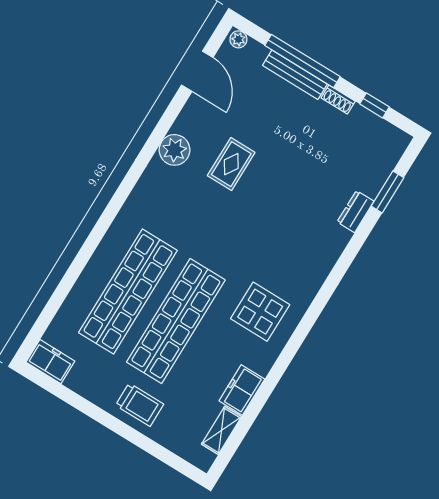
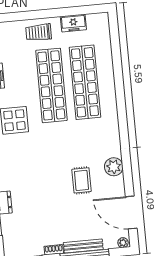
door: (197, 71) -> (131, 213), width x1.36
freezer: (50, 362) -> (73, 23), moved

